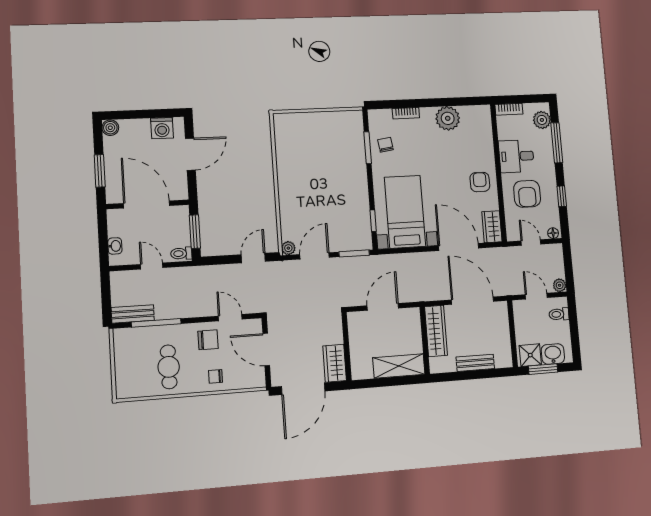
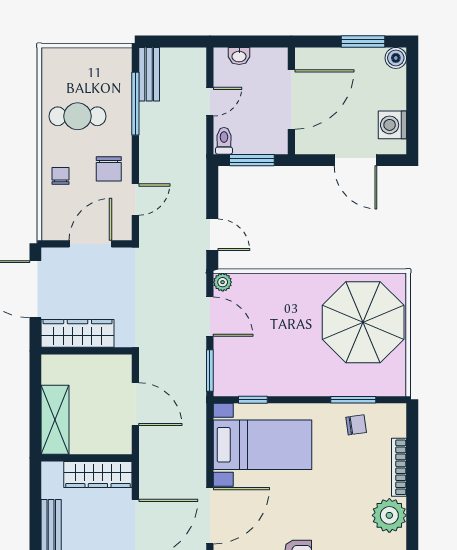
bookcase: (406, 113) -> (399, 467), width x1.56
parasol: (311, 143) -> (363, 322), added
window: (100, 171) -> (363, 42), moved
wardrobe: (335, 363) -> (78, 333), width x1.50

